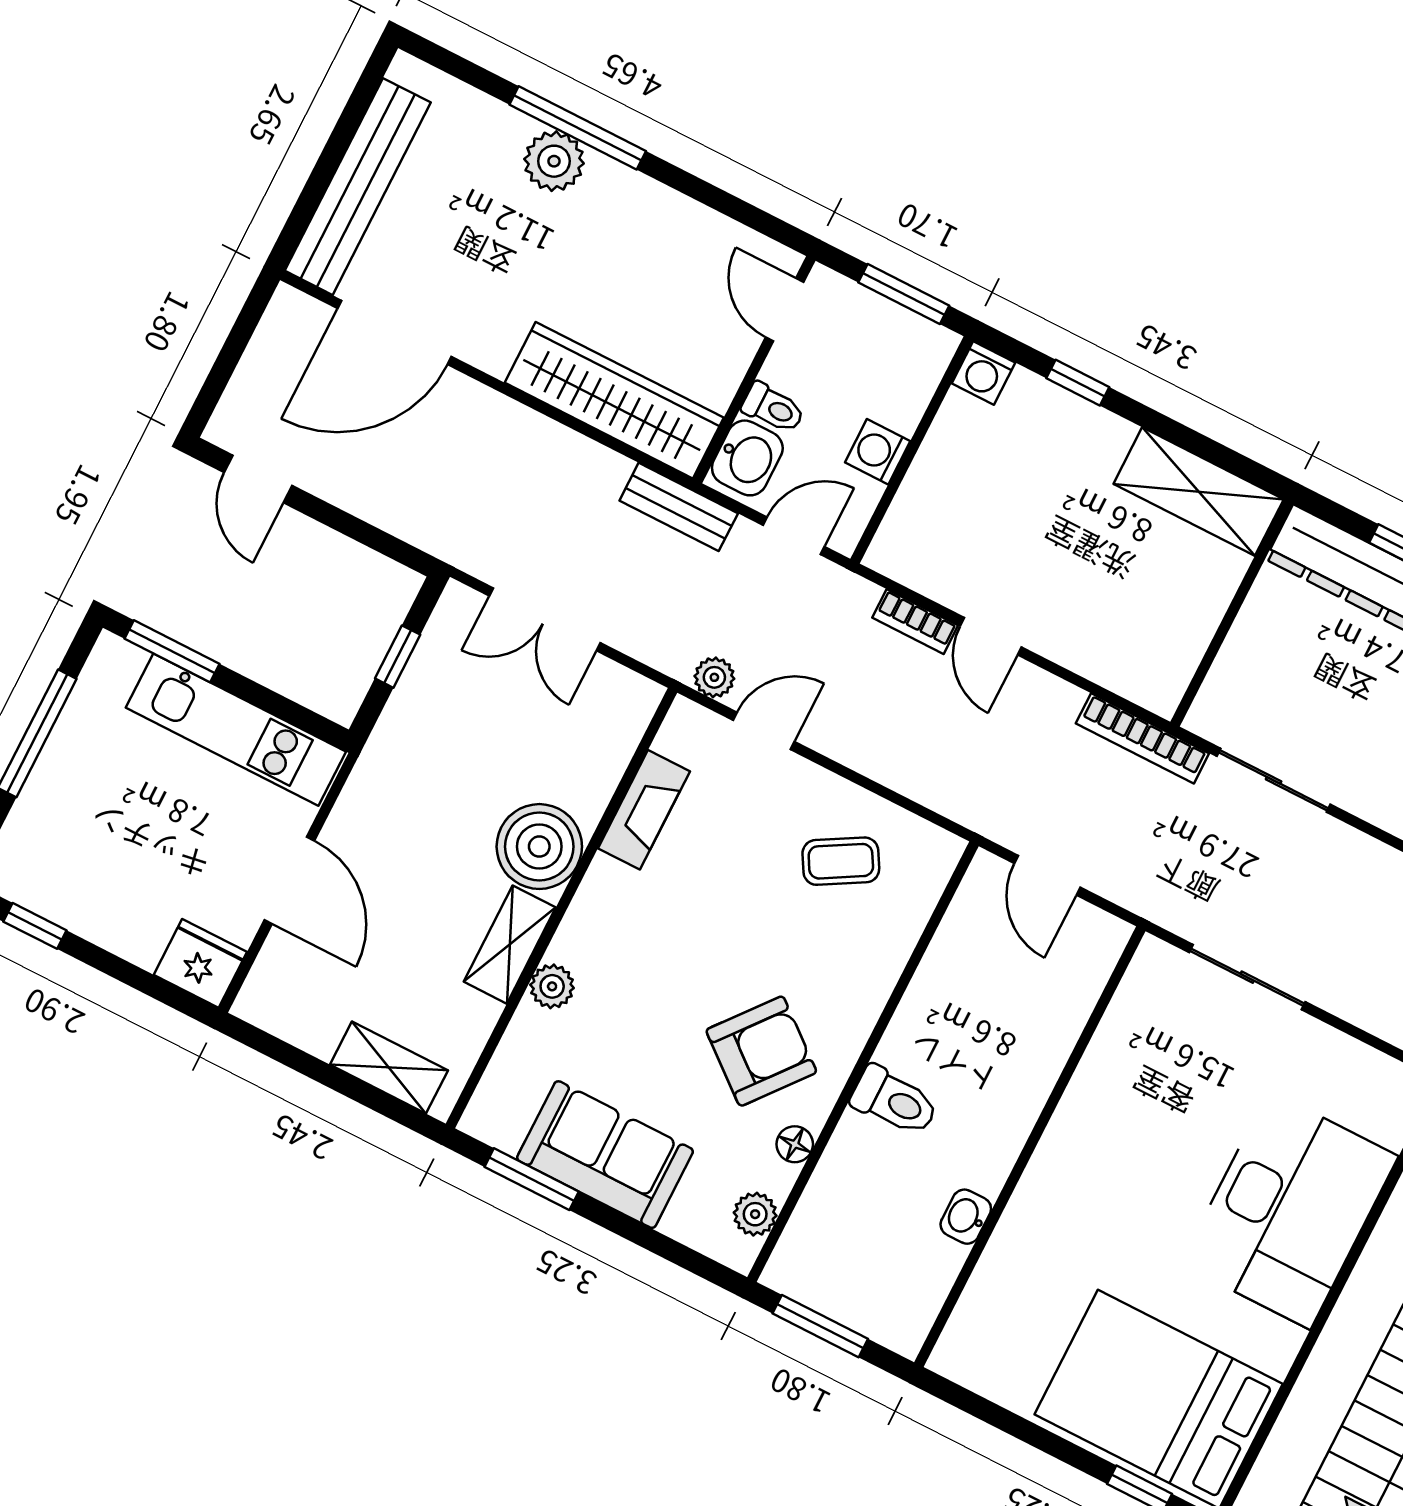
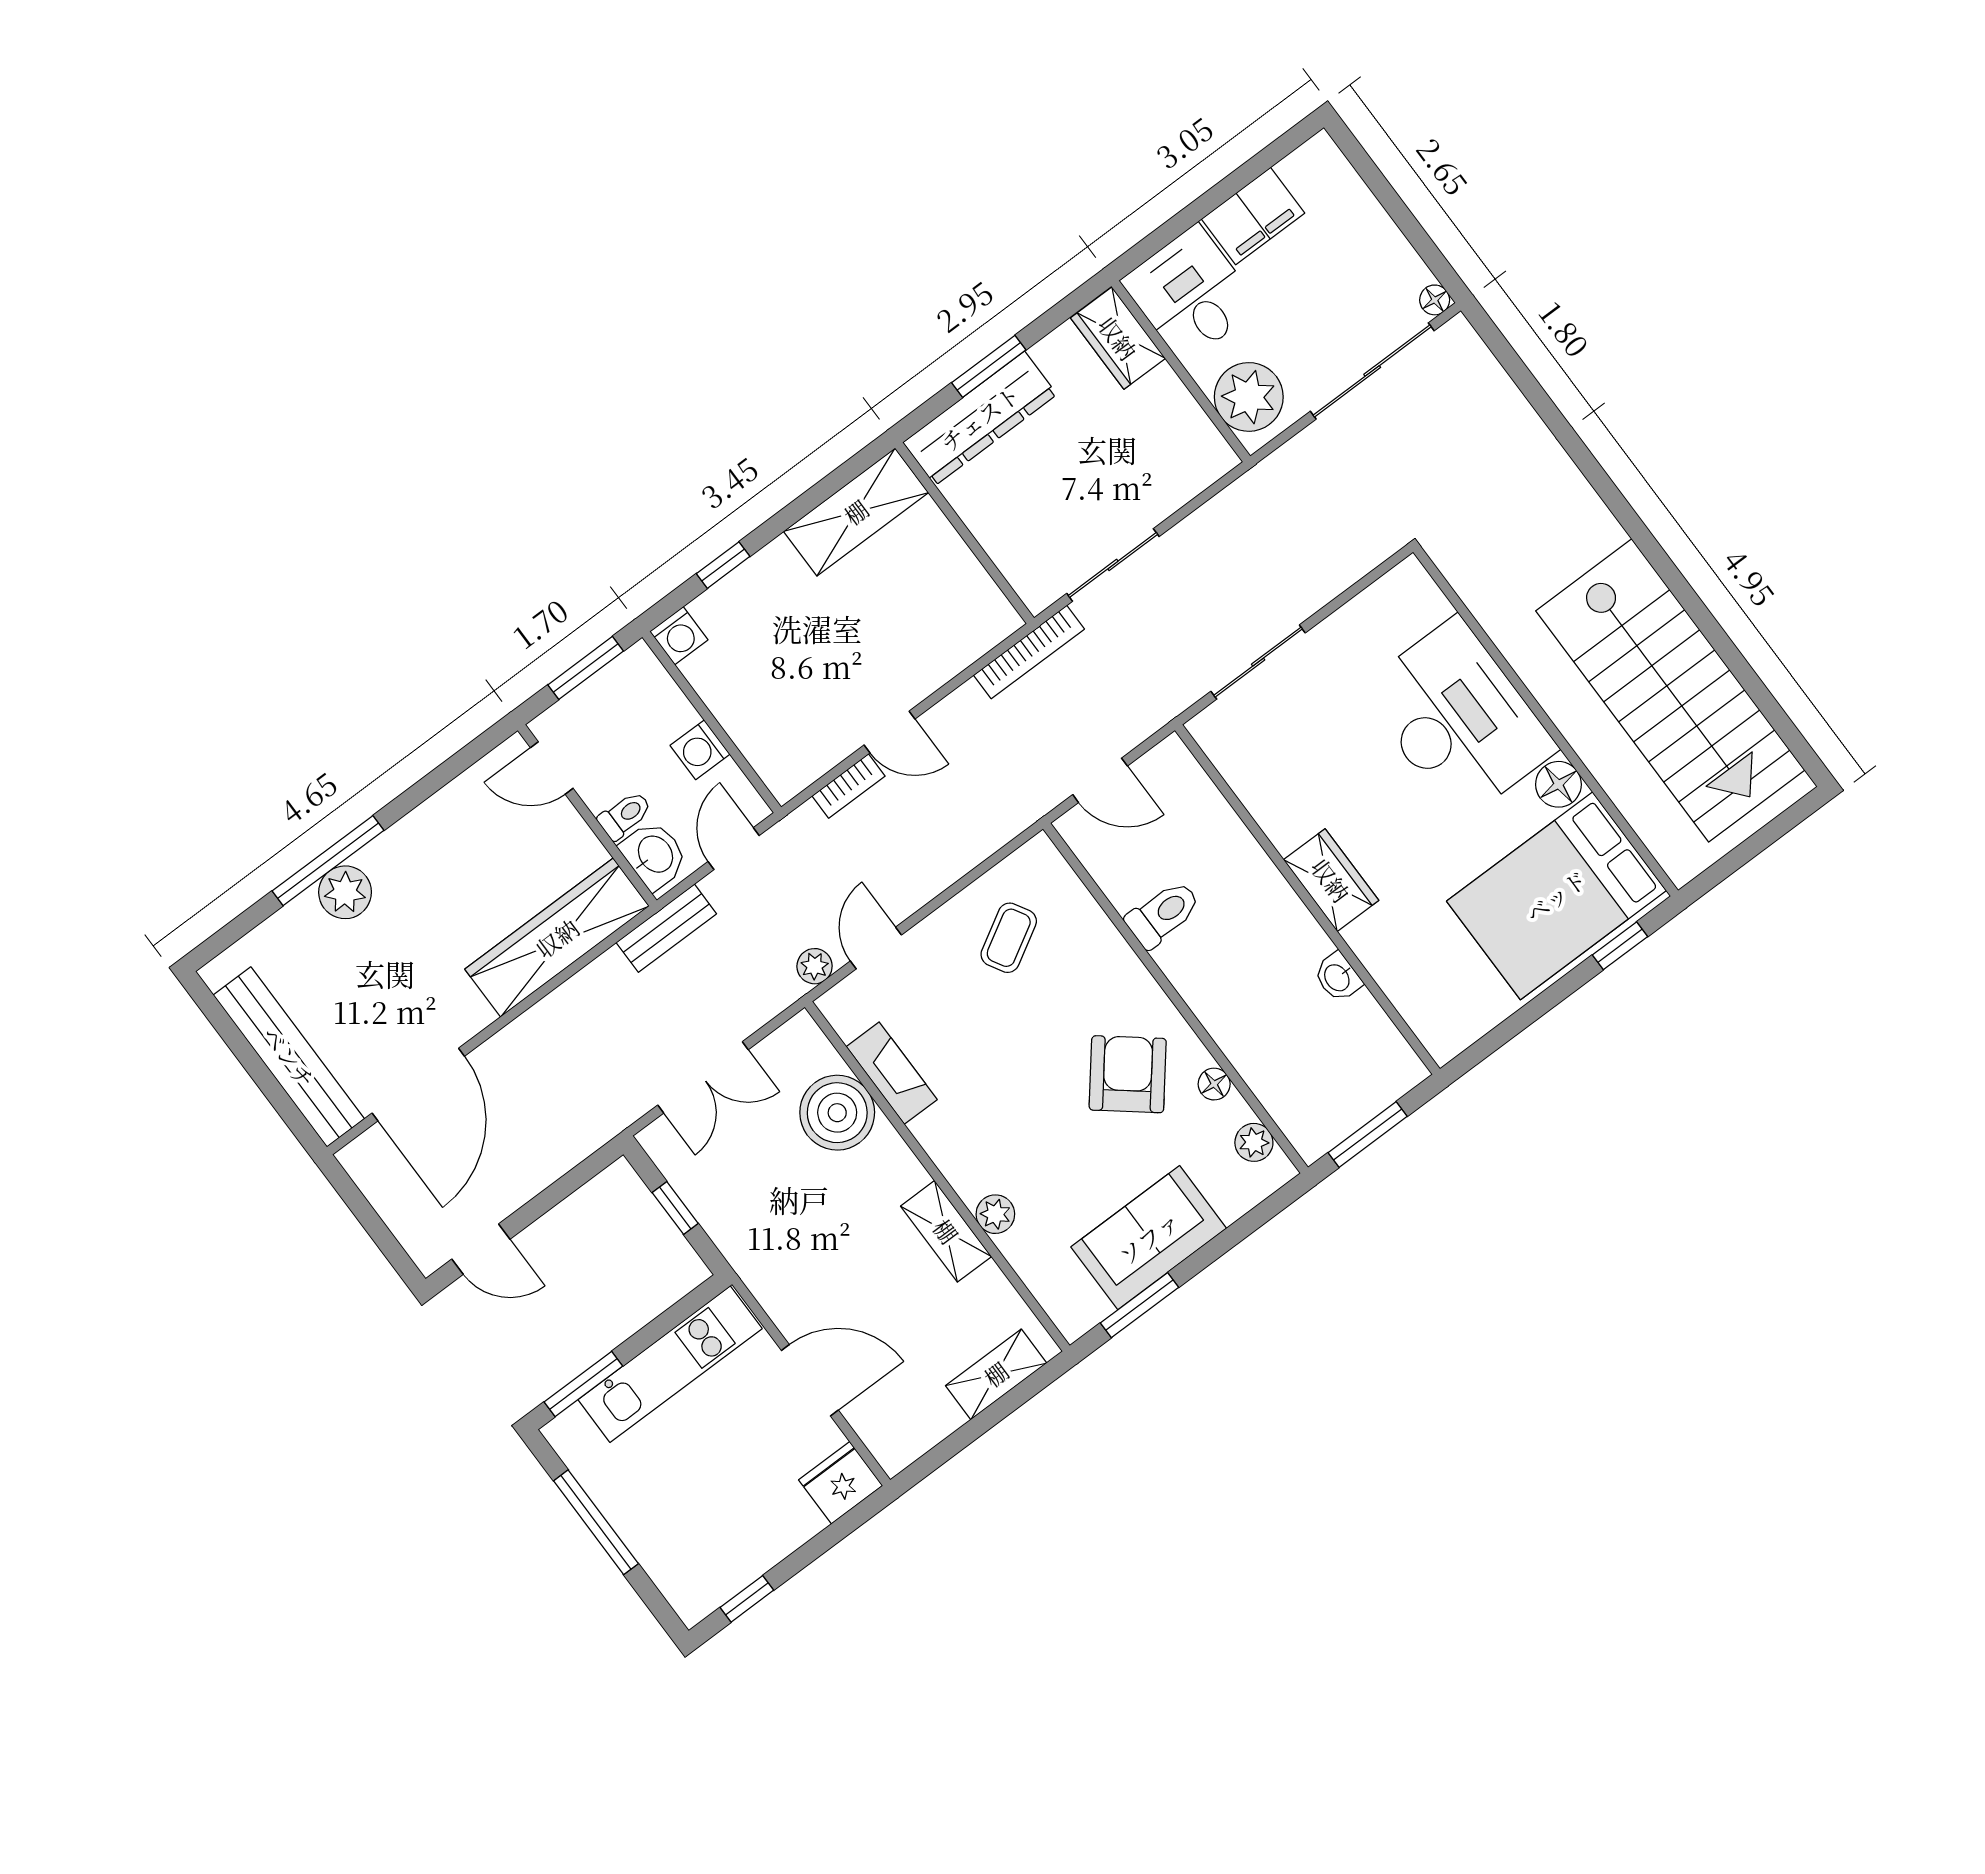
boiler: (539, 847) -> (837, 1113), moved
toilet: (895, 1101) -> (1163, 914), moved
wardrobe: (1062, 1161) -> (1331, 880), added
floor lamp: (1273, 1345) -> (1558, 784), added

